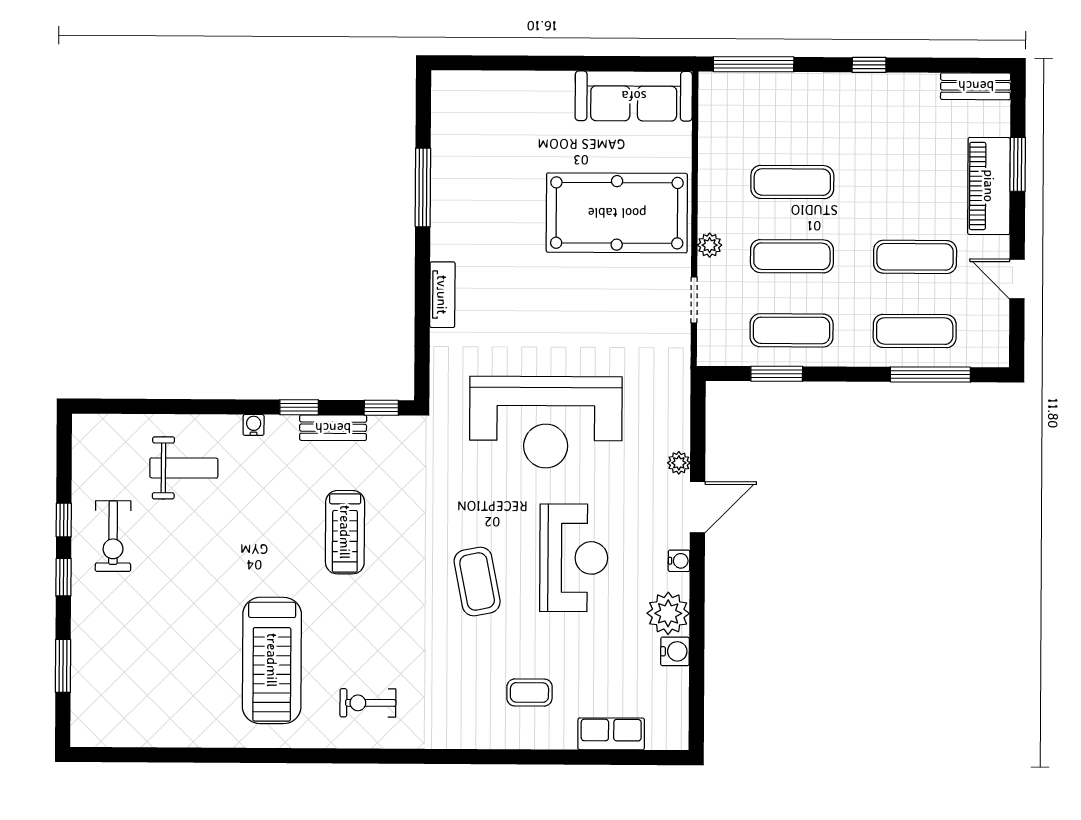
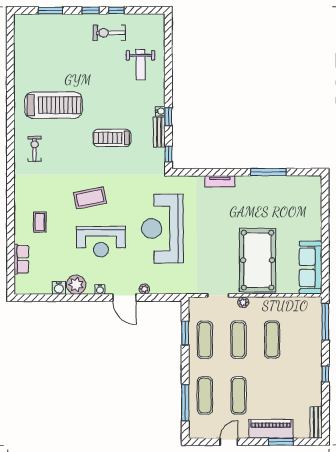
water cooler: (254, 425) -> (160, 111), moved
treadmill: (272, 660) -> (53, 105), turned 180

